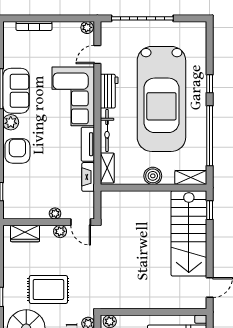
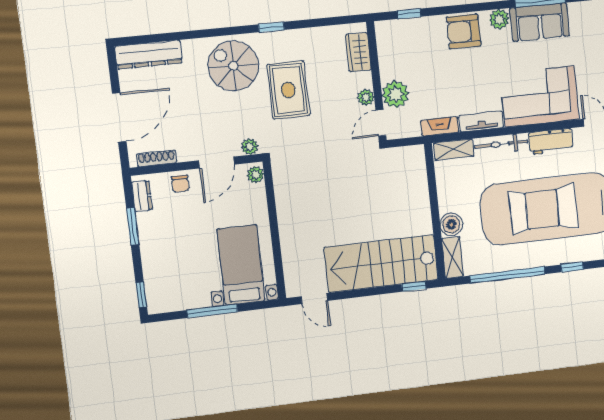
armchair: (17, 151) -> (464, 31), turned 180
boiler: (153, 176) -> (451, 224), moved
plant: (55, 213) -> (396, 94), width x1.88, depth x1.88

